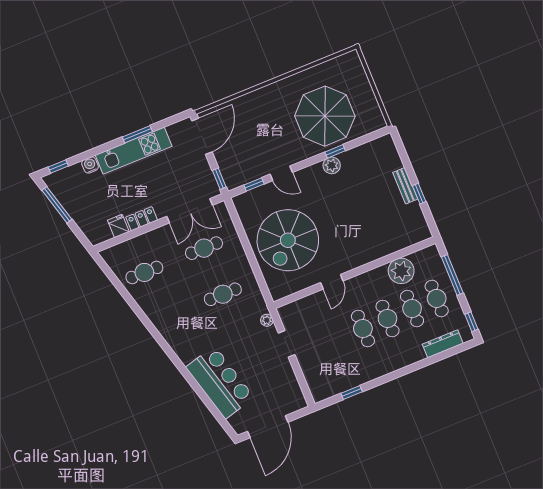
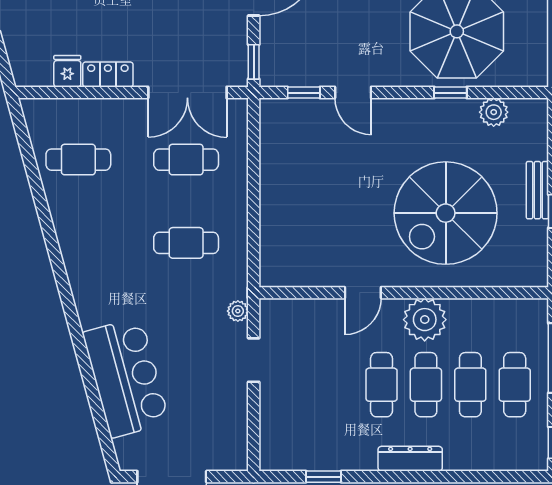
plant: (332, 165) -> (494, 112), moved
spiral stairs: (288, 240) -> (446, 213), moved
plant: (401, 271) -> (425, 320), moved
dresser: (443, 344) -> (410, 459), moved

